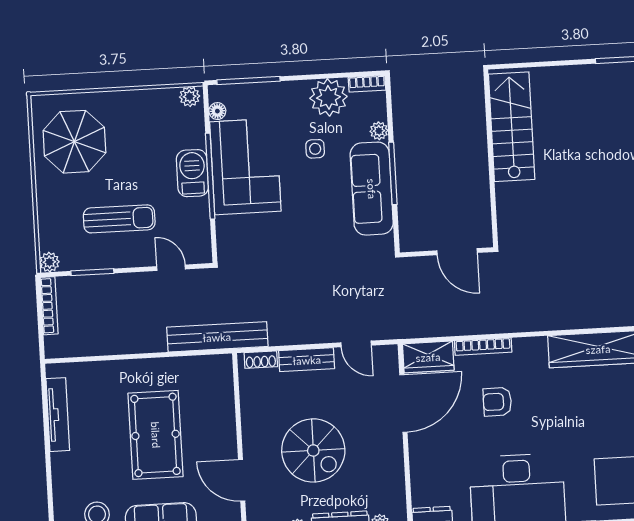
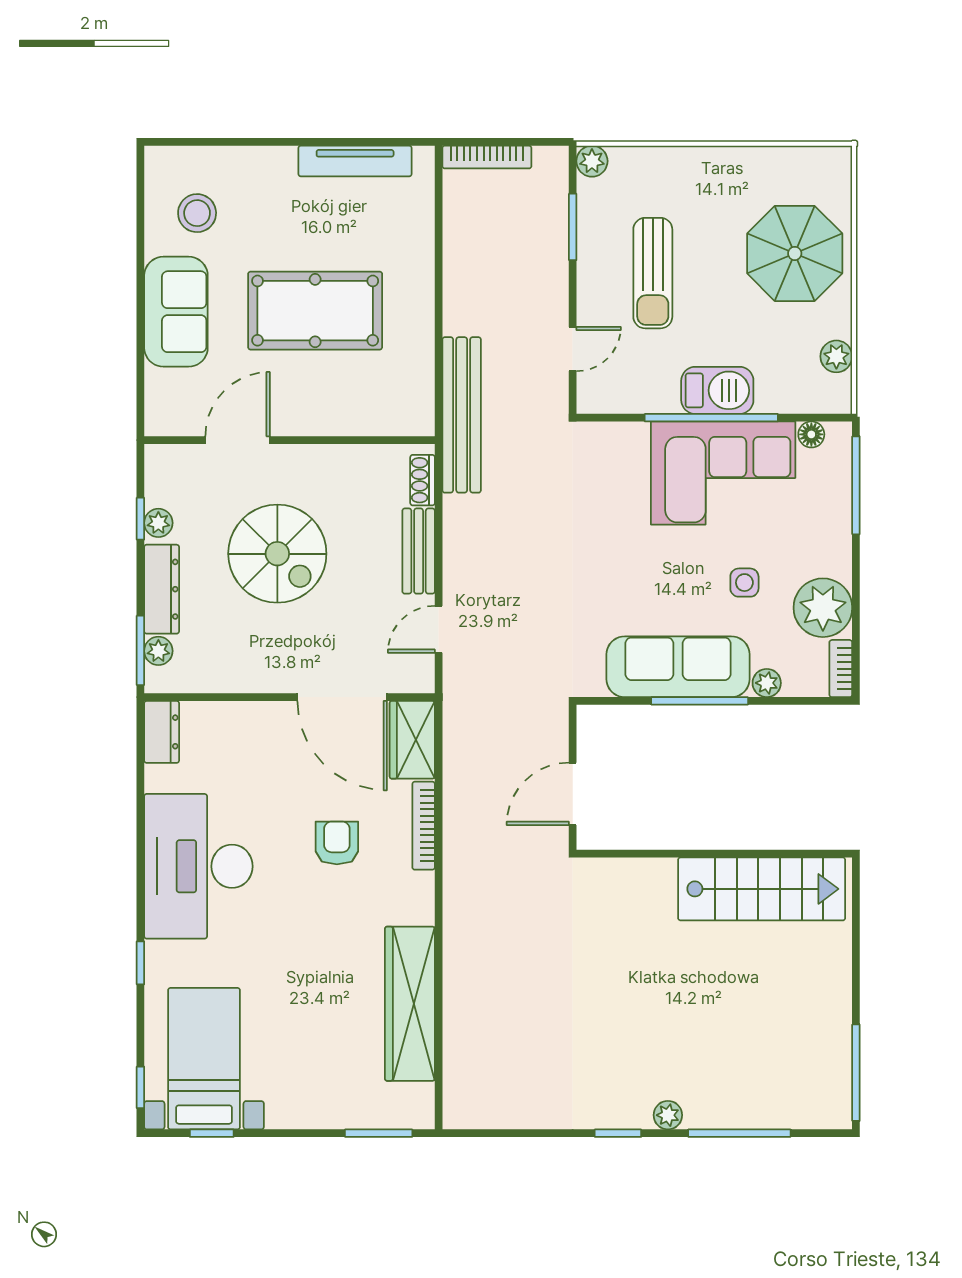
plant: (190, 97) -> (836, 356), moved
parasol: (74, 142) -> (795, 253), moved
bookcase: (49, 306) -> (487, 157), moved
spiral stairs: (313, 450) -> (277, 554), turned -90

